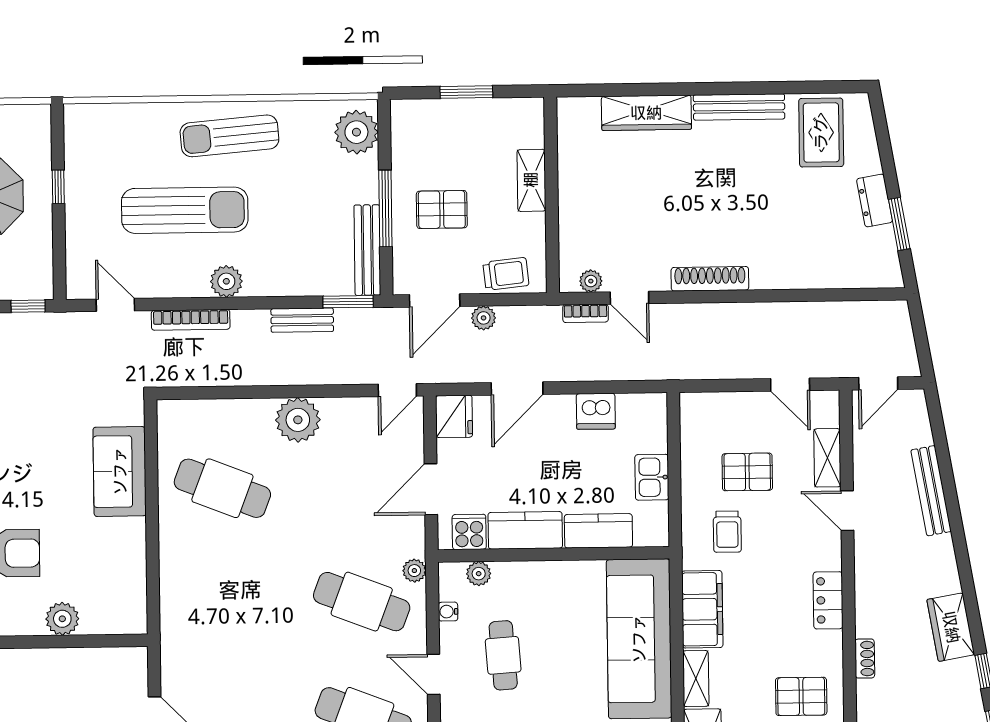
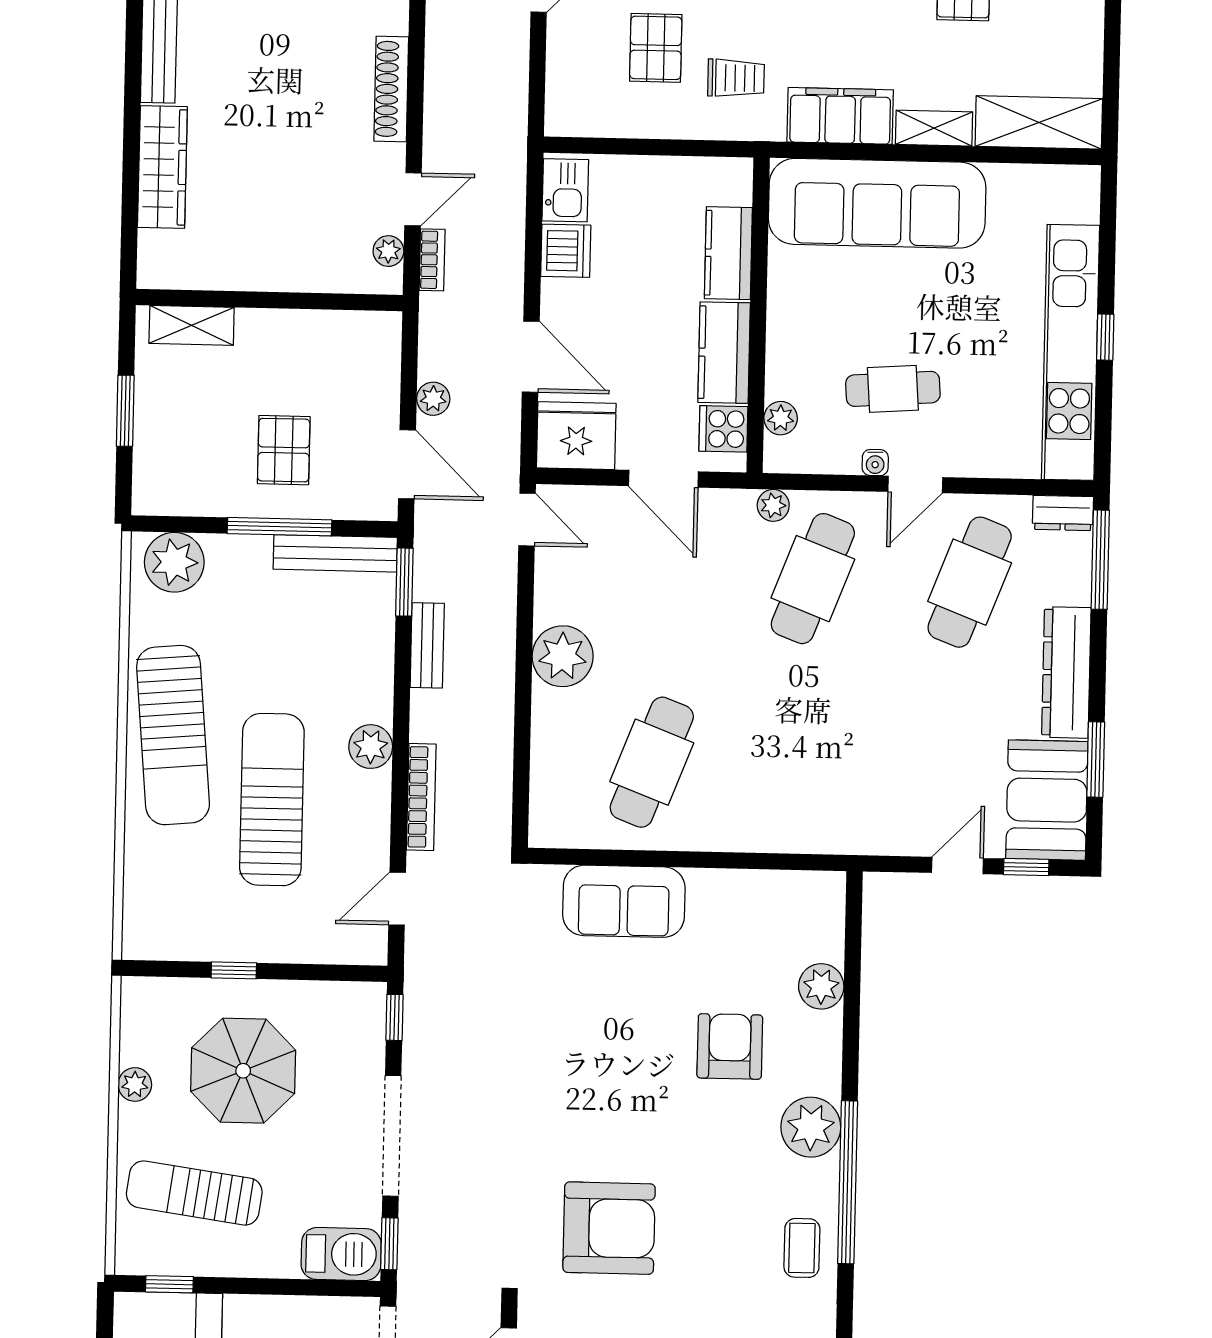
sun lounger: (229, 136) -> (173, 735), width x1.36, depth x1.34
shelving: (531, 180) -> (192, 325), moved
trolley: (506, 274) -> (374, 366), removed
fridge: (454, 416) -> (576, 436), width x1.36, depth x1.34
kitchen sink: (652, 477) -> (565, 190), moved, turned -90
water cooler: (448, 612) -> (875, 463), moved

